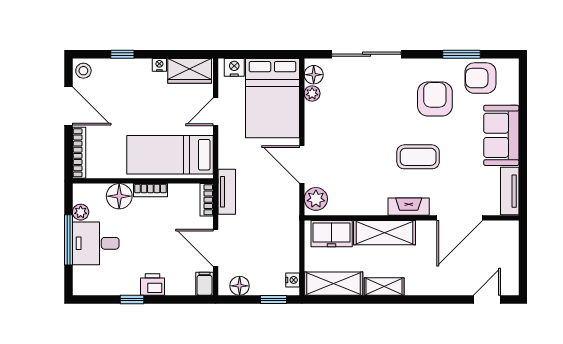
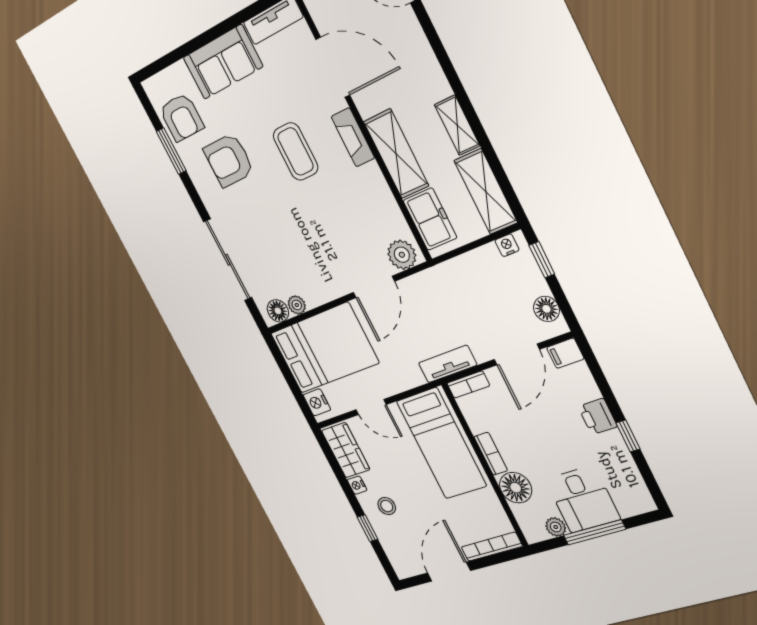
stool: (83, 71) -> (387, 506), moved

